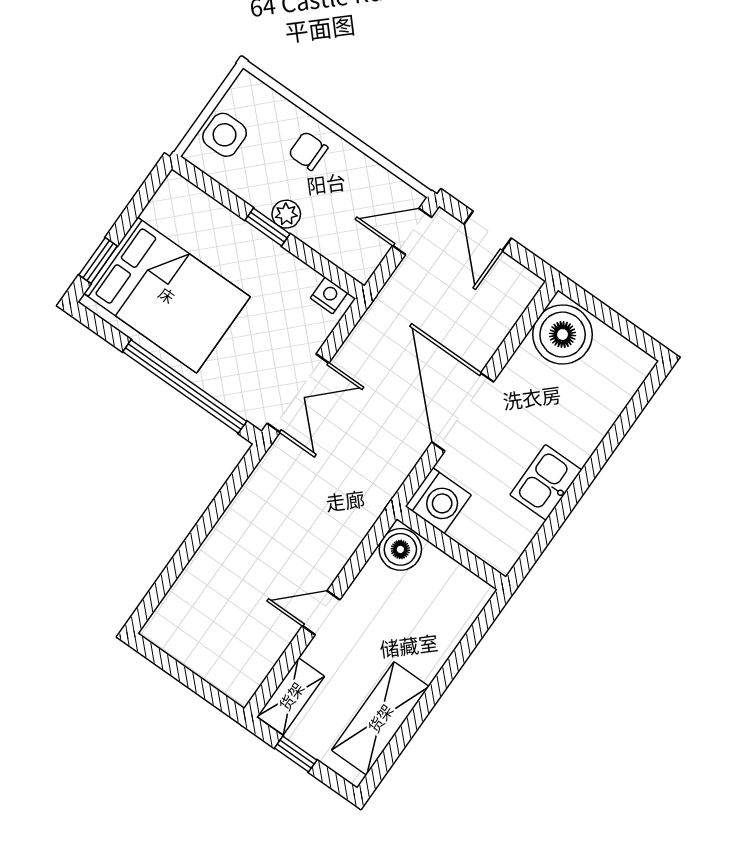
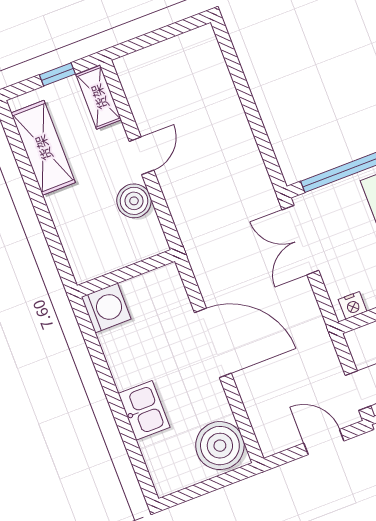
kitchen sink: (546, 482) -> (144, 410), moved
washing machine: (438, 501) -> (106, 308), moved, turned 180
boiler: (400, 549) -> (134, 201), moved

